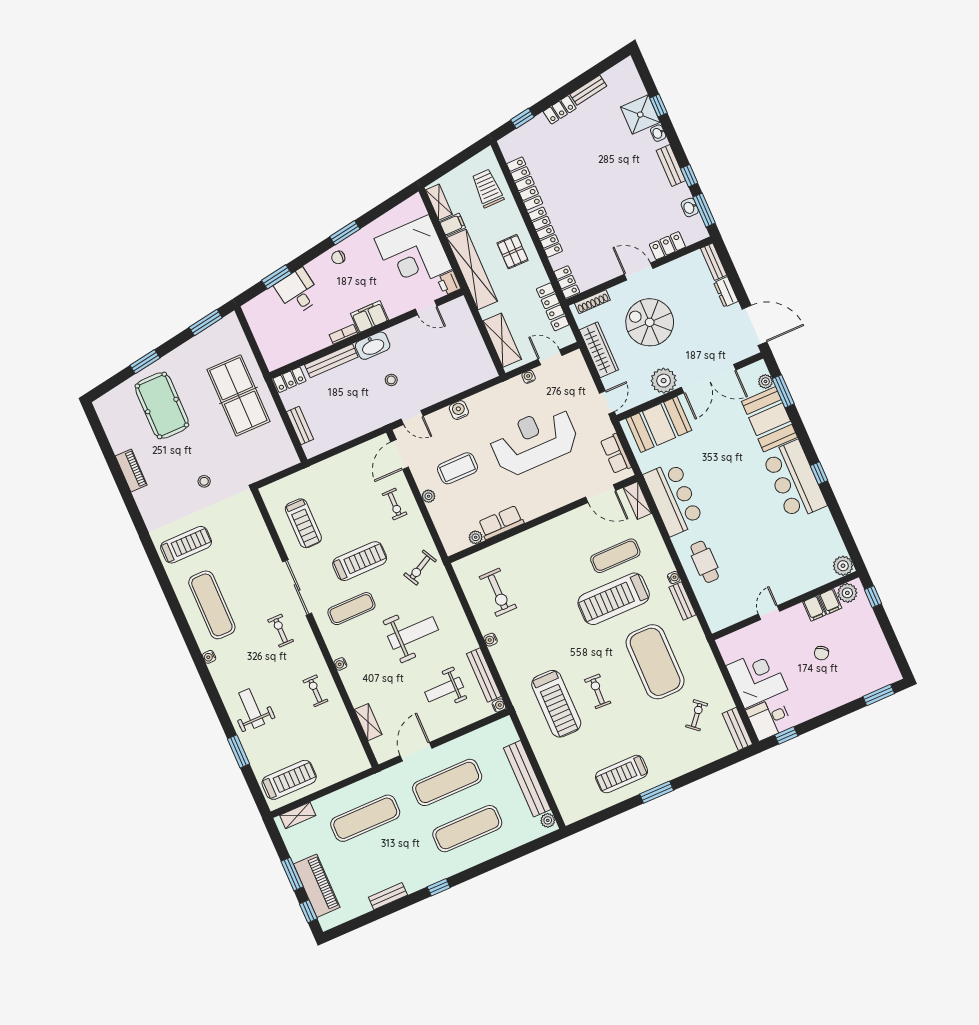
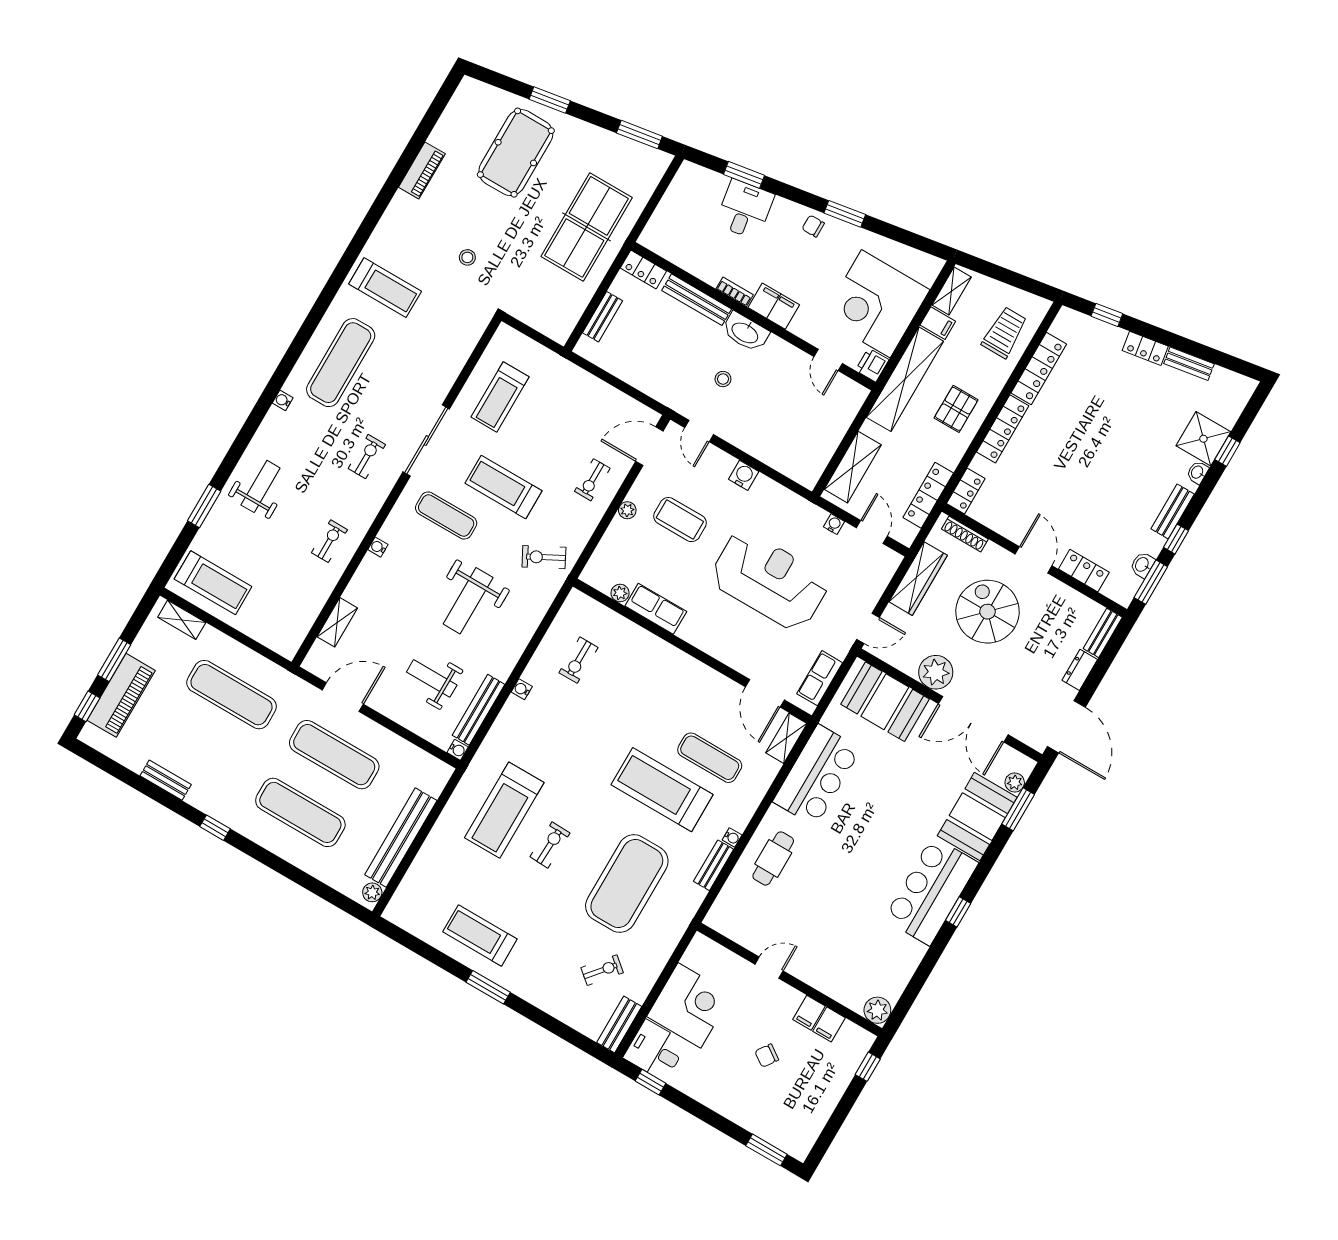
treadmill: (360, 561) -> (504, 487), turned 180
exercise bike: (498, 592) -> (579, 660), width x0.73, depth x0.72
plant: (847, 593) -> (852, 1036), removed
weight bench: (413, 633) -> (468, 601), turned 90

